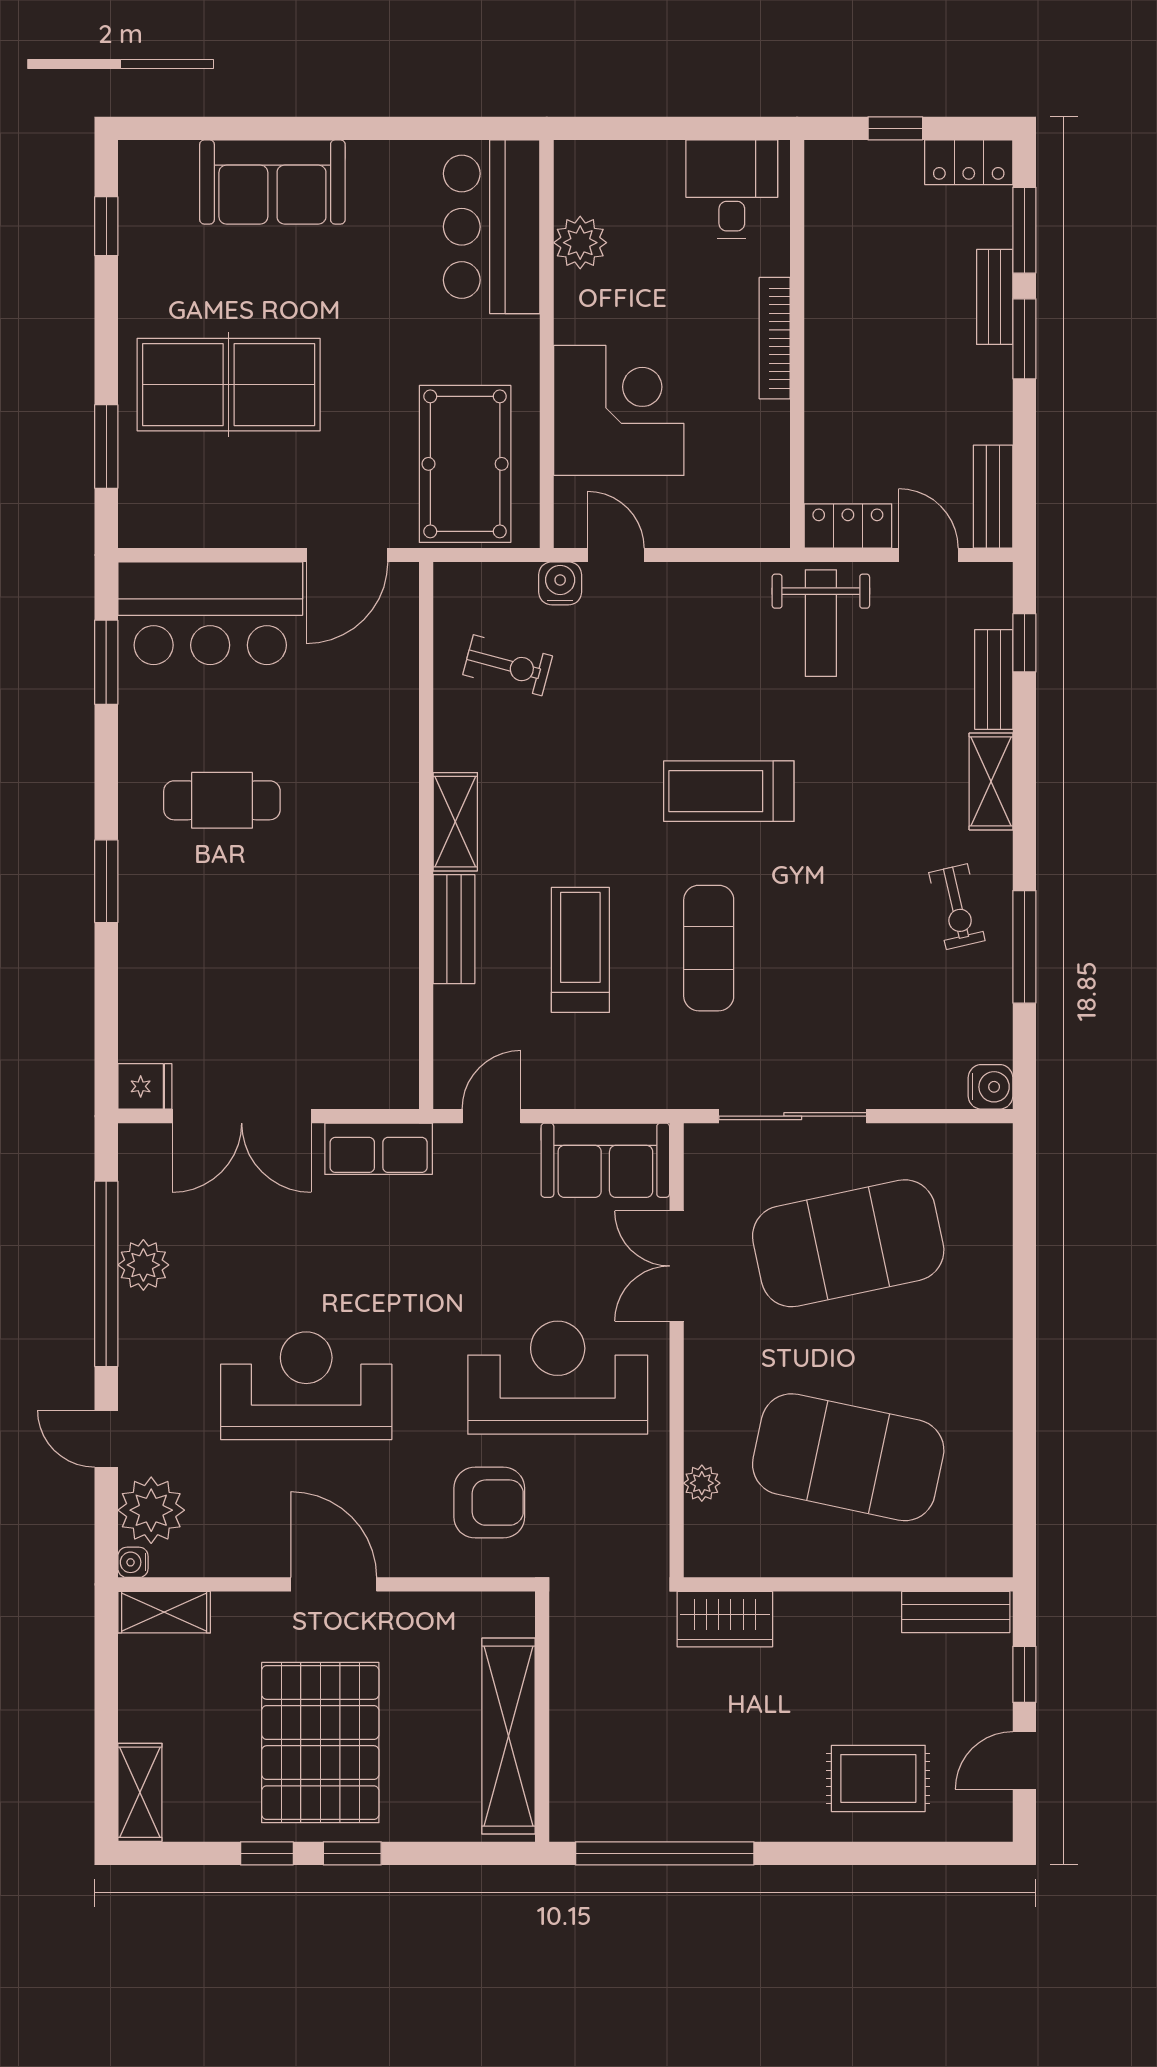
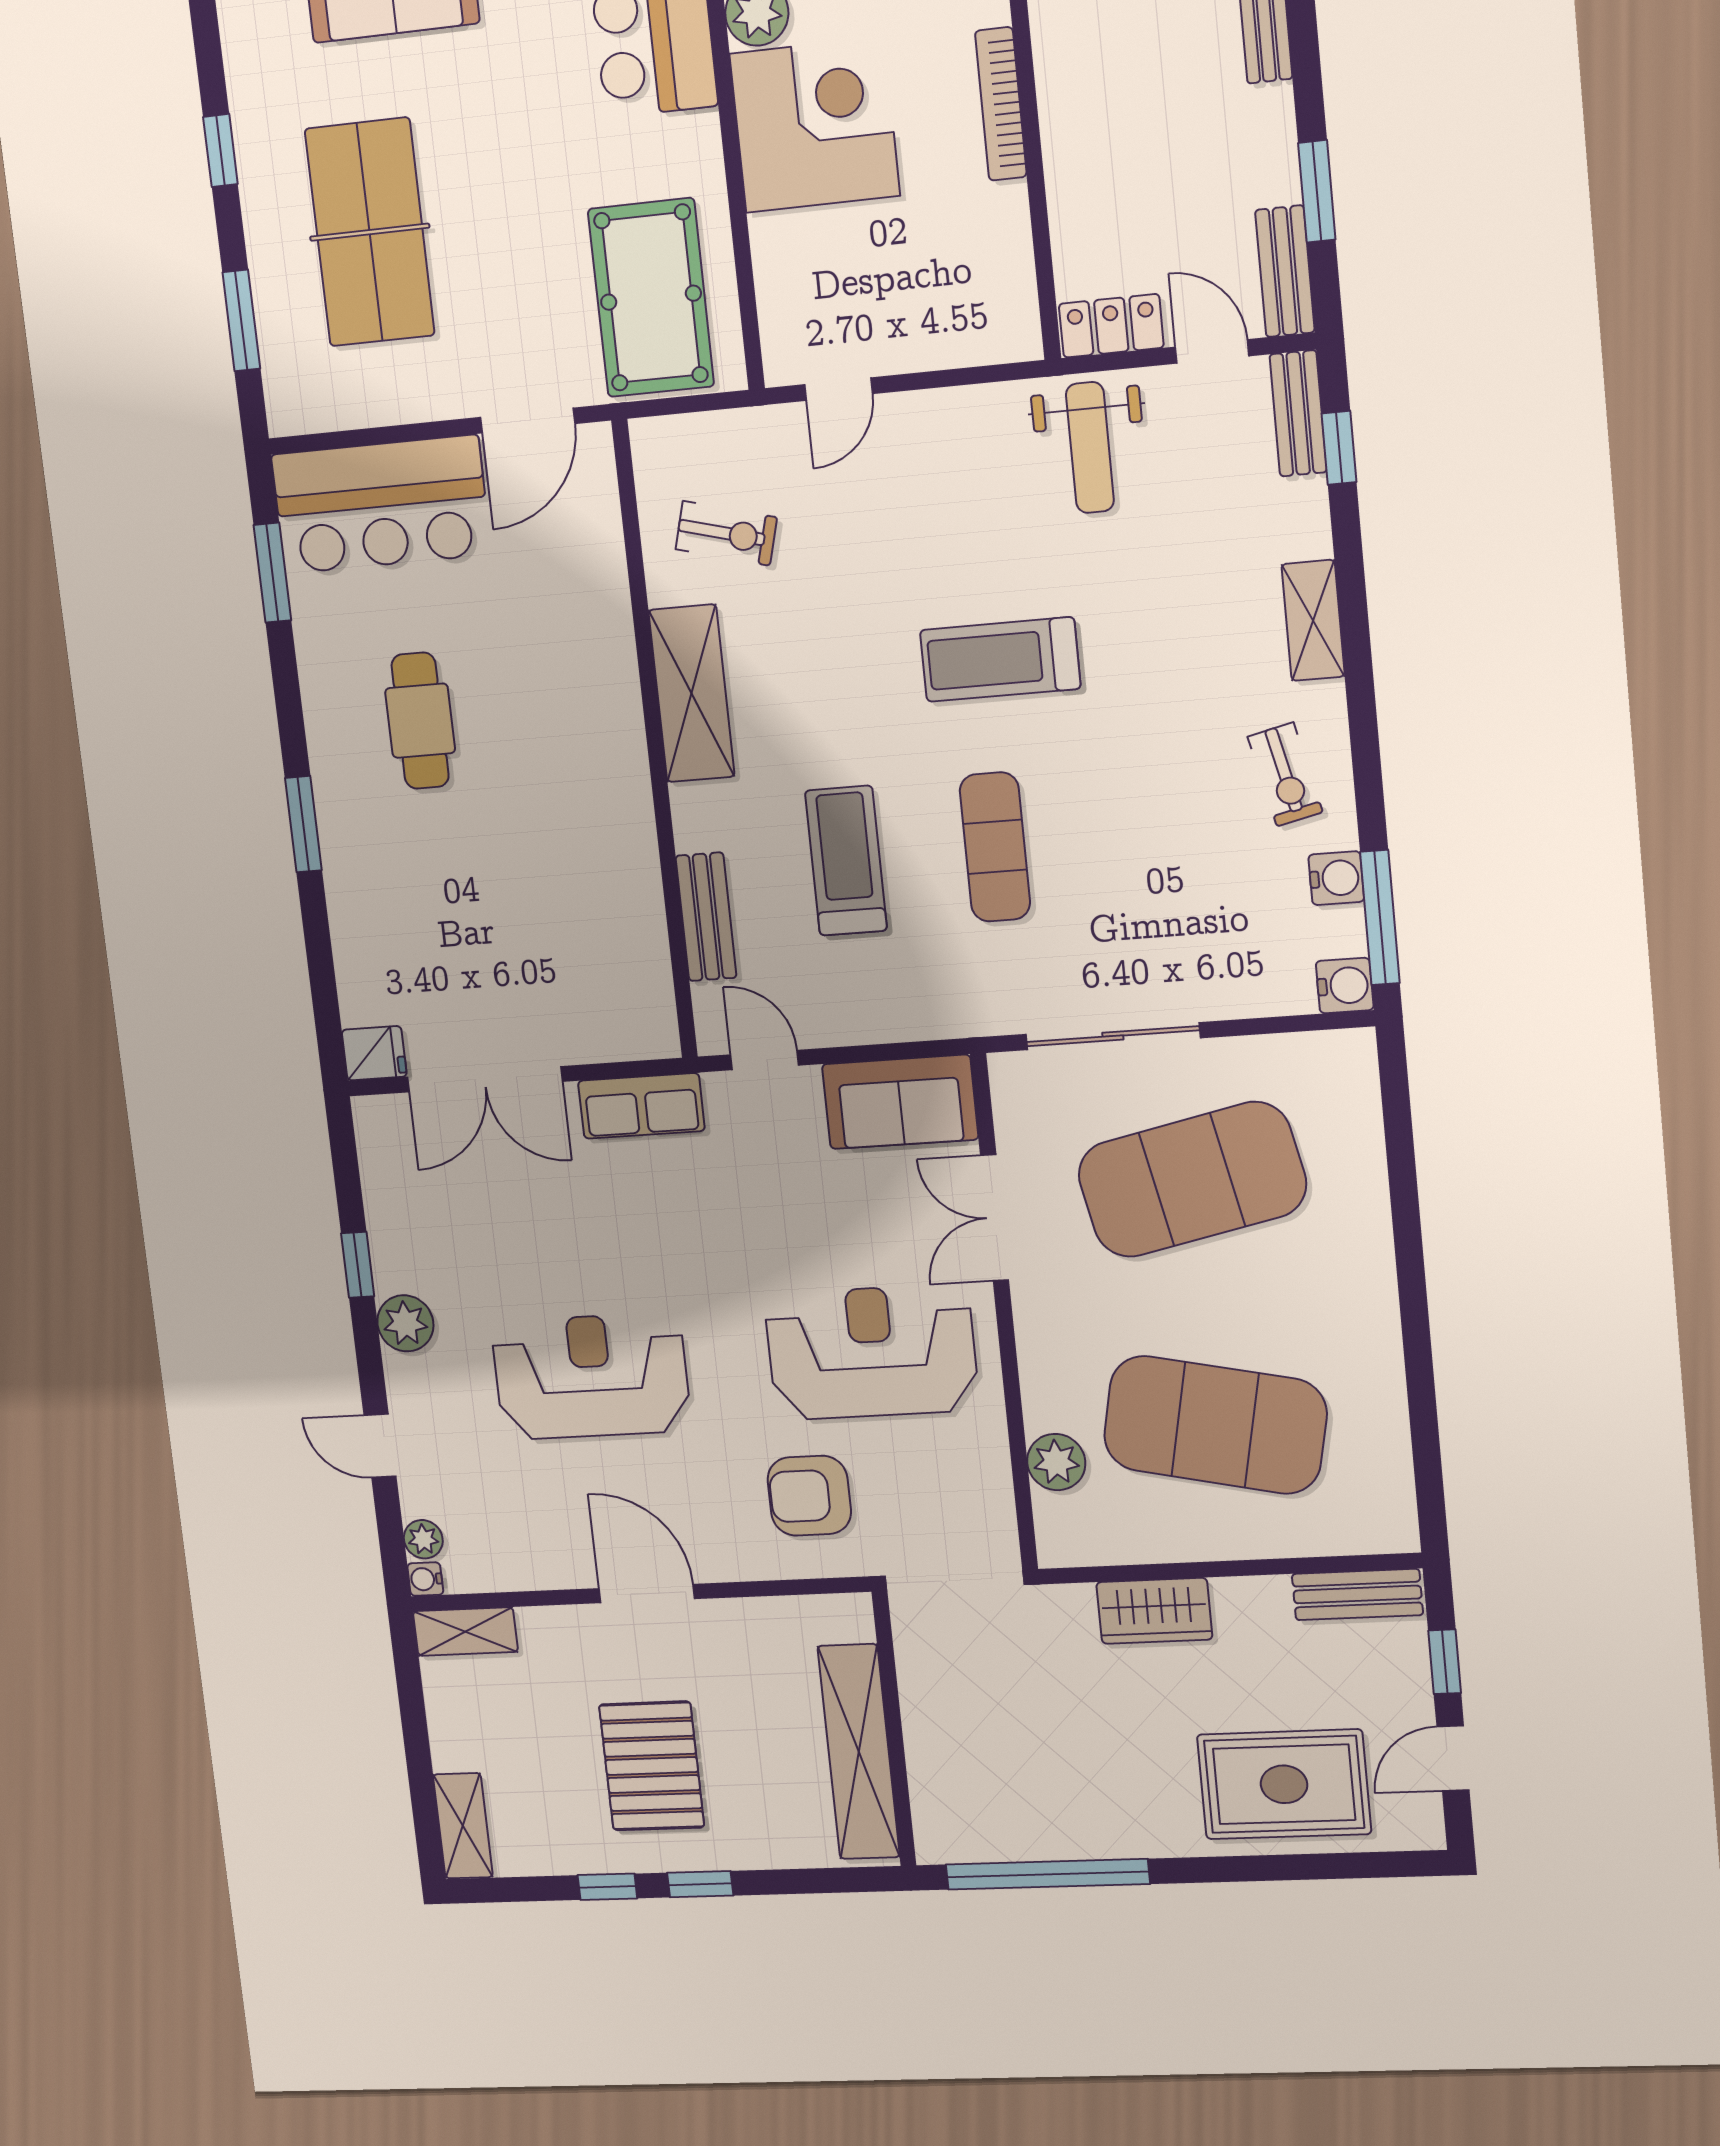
window: (106, 226) -> (220, 151), moved
window: (1024, 339) -> (1317, 191), moved
table tennis table: (229, 385) -> (370, 232), turned 90
corner desk: (619, 410) -> (815, 125), moved
door: (616, 555) -> (839, 389), swing flipped
water cooler: (560, 583) -> (1336, 878), moved, turned 90
bench: (994, 679) -> (1298, 413), moved
cafe table: (222, 800) -> (420, 721), turned 90
shelving: (455, 822) -> (692, 693), width x1.50, depth x1.33
bench: (454, 929) -> (706, 917), moved
window: (1024, 947) -> (1380, 918), moved
door: (491, 1116) -> (765, 1060), hinge flipped
plant: (143, 1265) -> (405, 1323), moved
window: (106, 1274) -> (358, 1265), width x0.32
plant: (702, 1483) -> (1056, 1462), width x1.38, depth x1.38
armchair: (489, 1503) -> (809, 1496), turned 180
plant: (151, 1510) -> (423, 1539), width x0.53, depth x0.53
wardrobe: (725, 1619) -> (1154, 1611), moved
pallet: (320, 1743) -> (652, 1766), width x0.73, depth x0.71
rug: (878, 1778) -> (1284, 1784), width x1.36, depth x1.43

